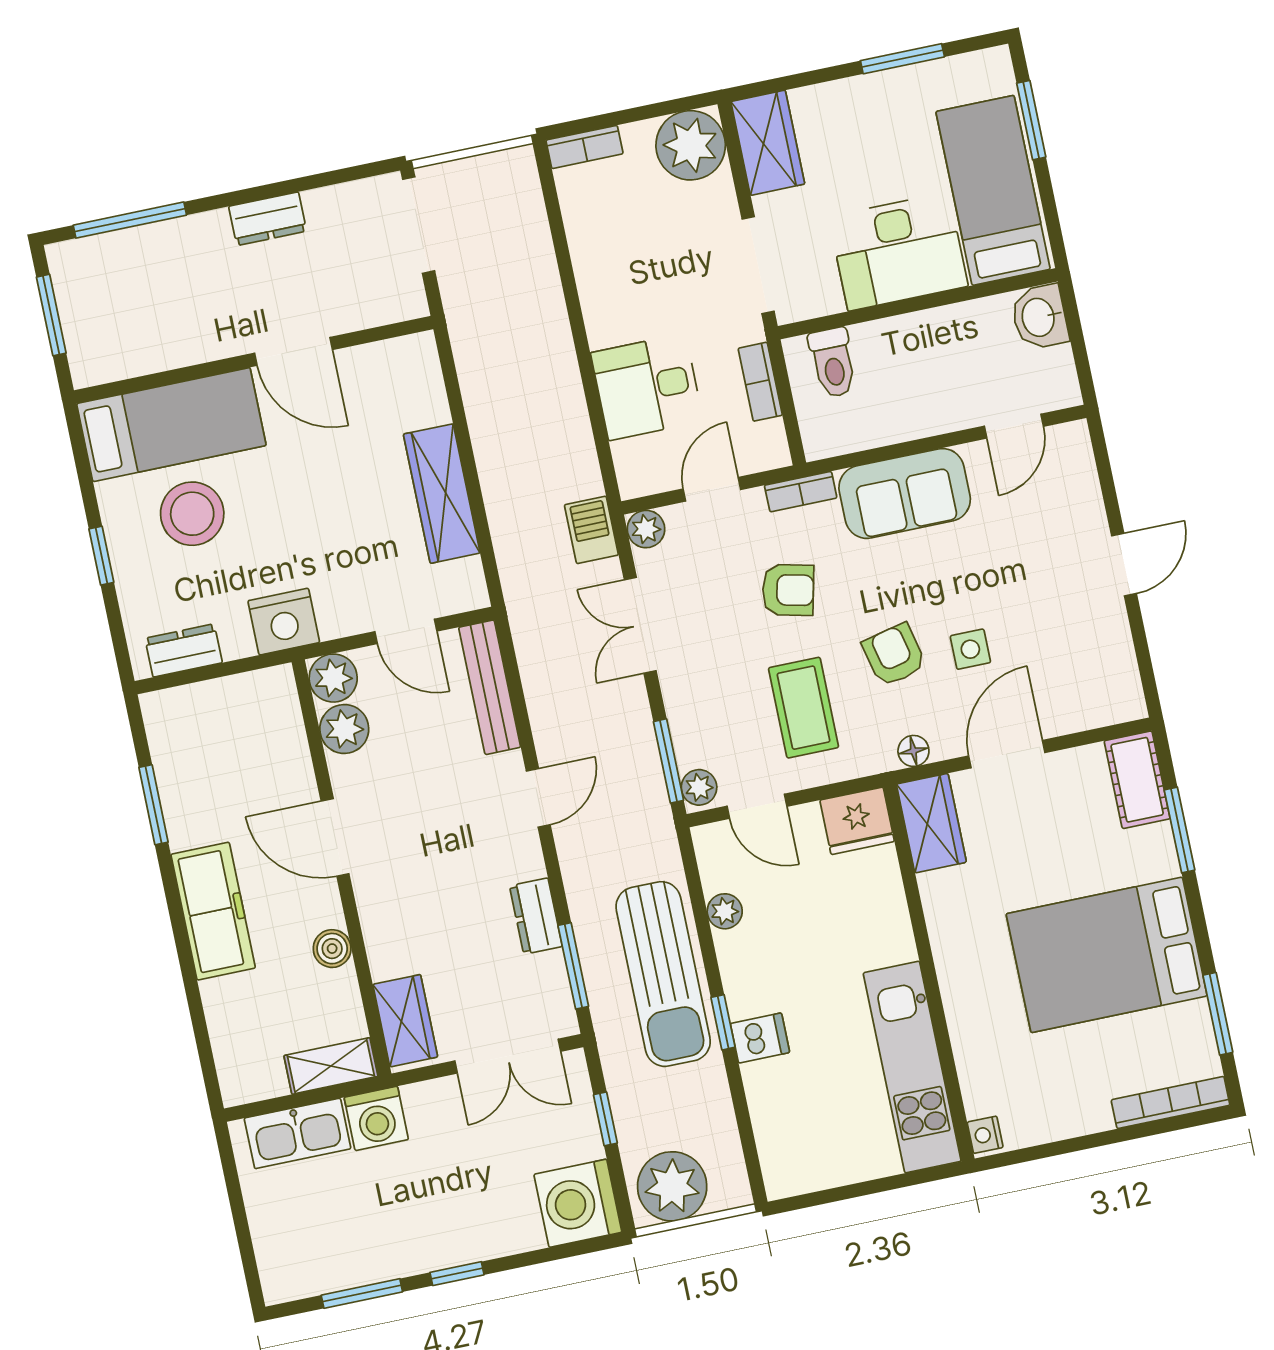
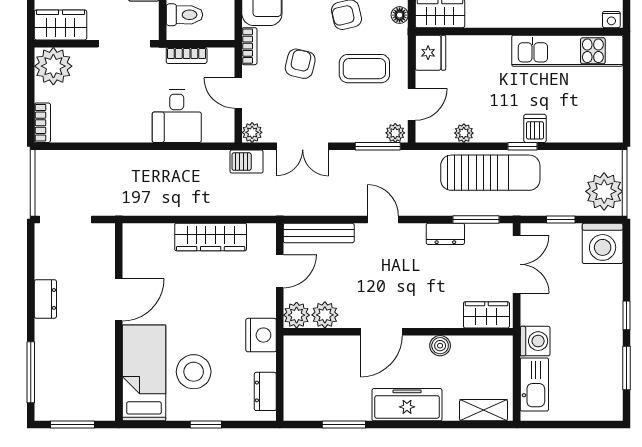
shelving: (331, 1066) -> (484, 410), moved, turned 90

